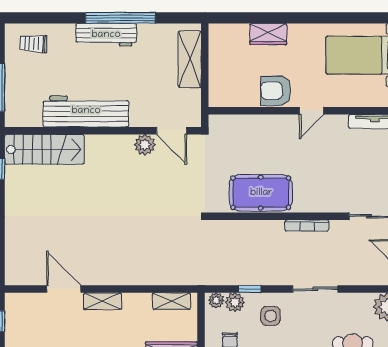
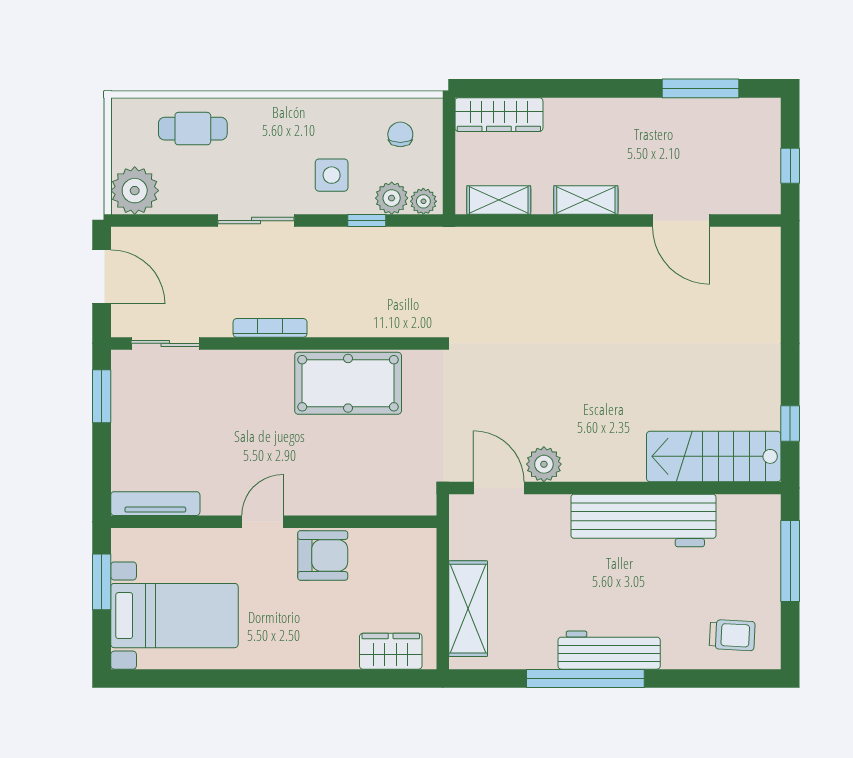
wardrobe: (268, 34) -> (391, 651), moved
shelving: (103, 301) -> (586, 200), moved

